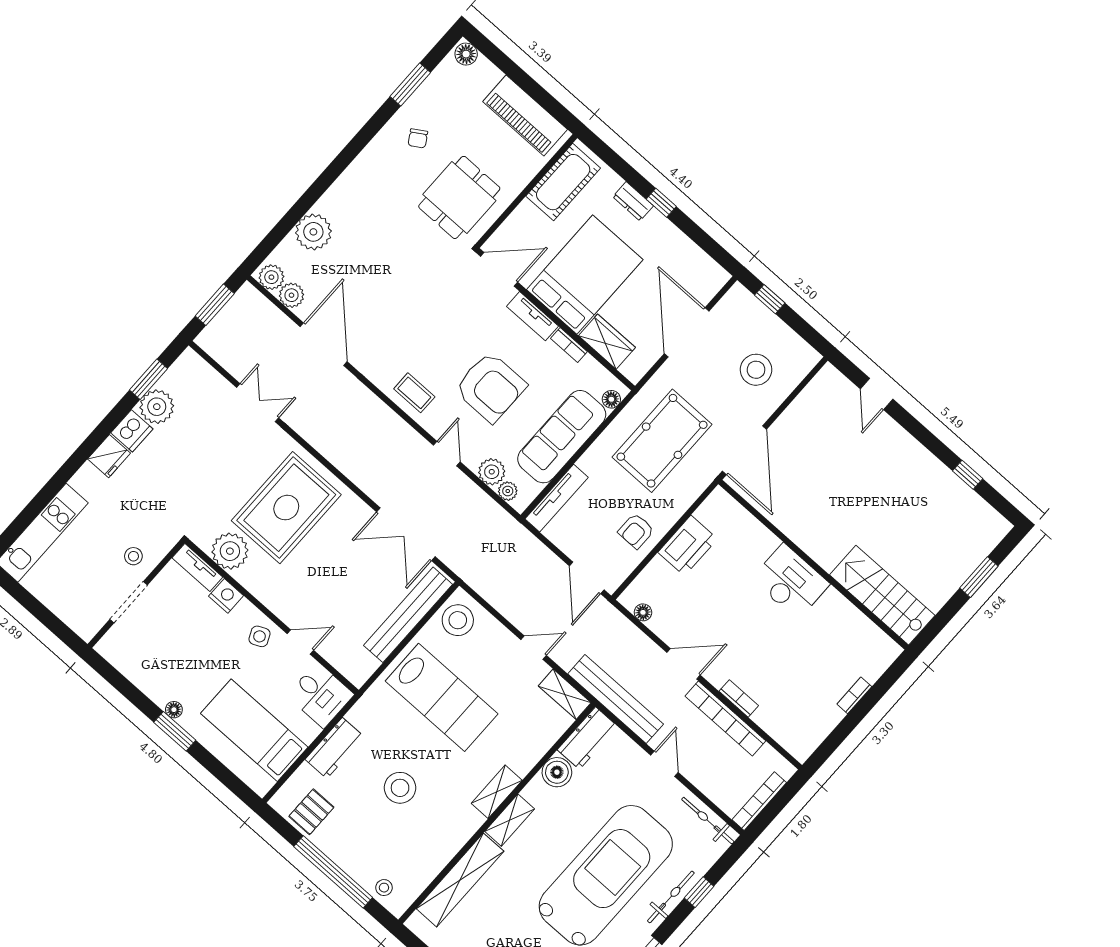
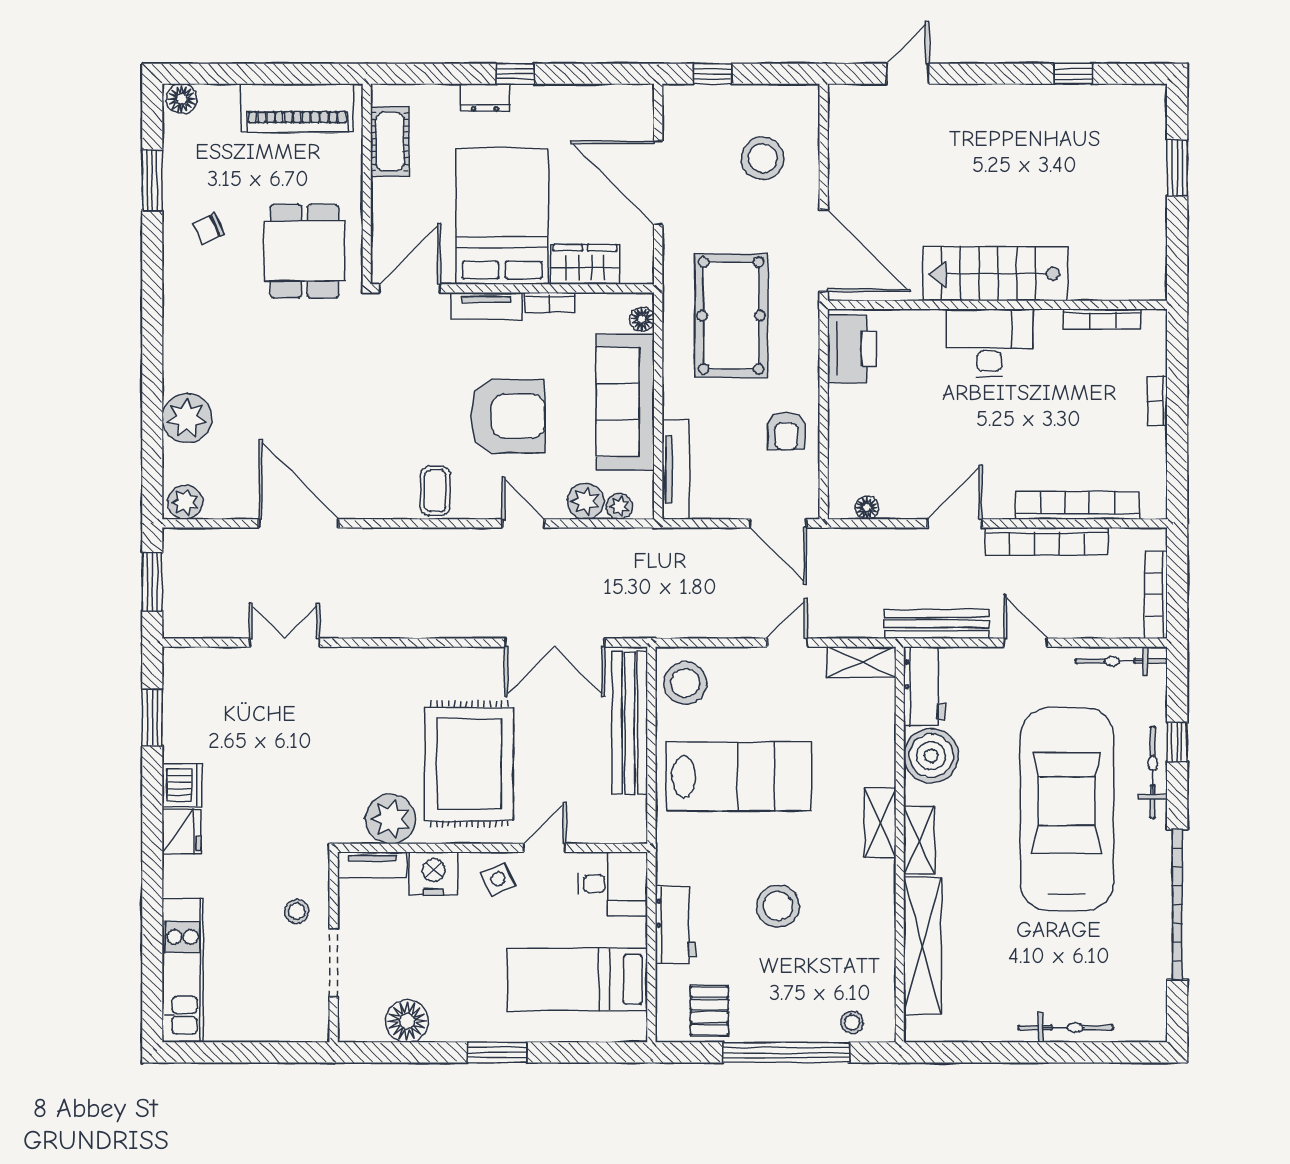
chair: (418, 138) -> (209, 228), turned 98
cot: (563, 182) -> (390, 142), width x0.73, depth x0.75
plant: (292, 295) -> (222, 502), removed
coffee table: (414, 393) -> (435, 491), turned 90
door: (877, 394) -> (907, 74), swing flipped
plant: (157, 407) -> (185, 738), removed
rug: (286, 508) -> (469, 764), moved
printer: (688, 546) -> (852, 349), moved
stairs: (882, 595) -> (995, 274), moved
nightstand: (226, 596) -> (434, 873), width x1.36, depth x1.33
bookcase: (864, 623) -> (1102, 319), added
bookcase: (739, 698) -> (1077, 505), width x2.31, depth x1.31
bench: (616, 699) -> (937, 624), width x0.73, depth x0.82
floor lamp: (174, 710) -> (407, 1021), moved, width x1.89, depth x1.89
boiler: (557, 772) -> (931, 756), width x1.37, depth x1.37

